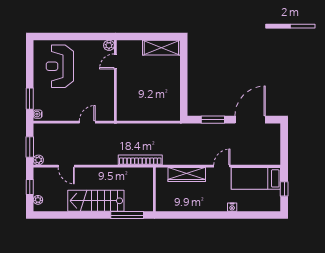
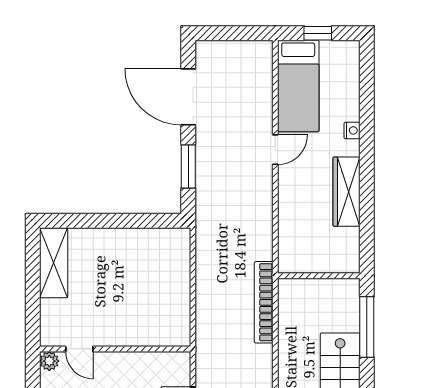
door: (222, 166) -> (275, 150), swing flipped
wardrobe: (187, 175) -> (347, 192), moved, turned 180

